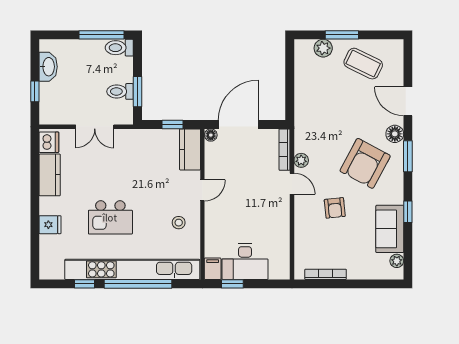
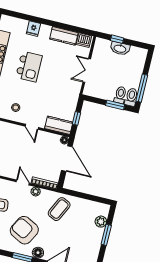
coffee table: (363, 64) -> (59, 209), moved
washbasin: (48, 67) -> (120, 48), moved
toilet: (120, 91) -> (120, 95), moved
window: (138, 92) -> (115, 105), moved
door: (292, 184) -> (23, 182), swing flipped
kitchen island: (110, 217) -> (29, 67), turned 180

